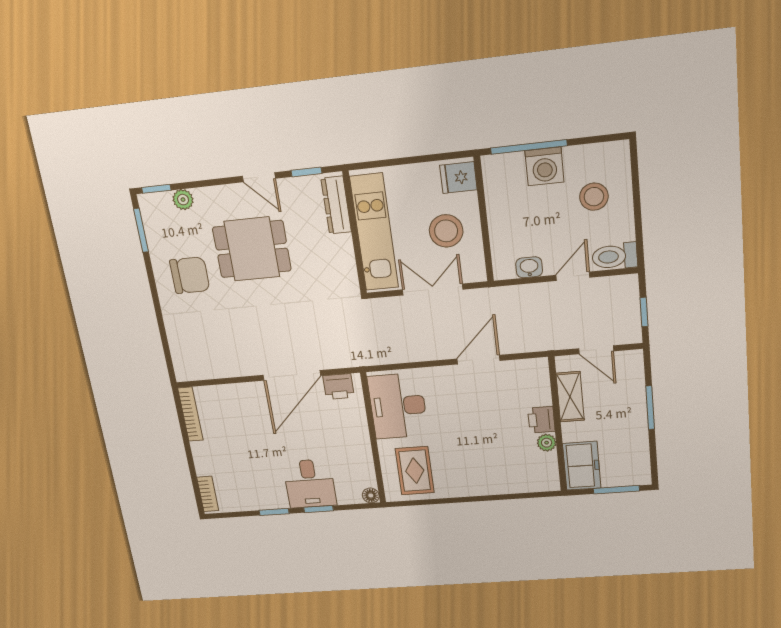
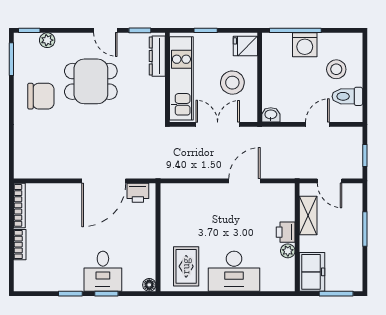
window: (399, 162) -> (206, 30), added
toilet: (615, 256) -> (347, 96), moved
washbasin: (529, 267) -> (271, 115), moved
desk: (398, 406) -> (234, 271), moved, turned -90
bookcase: (208, 494) -> (20, 245), moved

